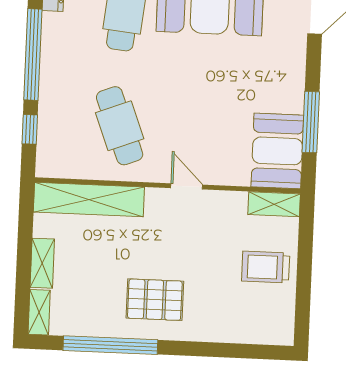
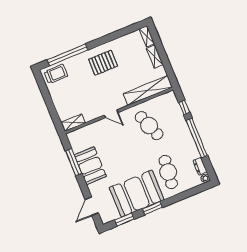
booth: (277, 151) -> (90, 166), moved
trolley: (266, 267) -> (56, 74), moved
window: (110, 345) -> (68, 55), moved

